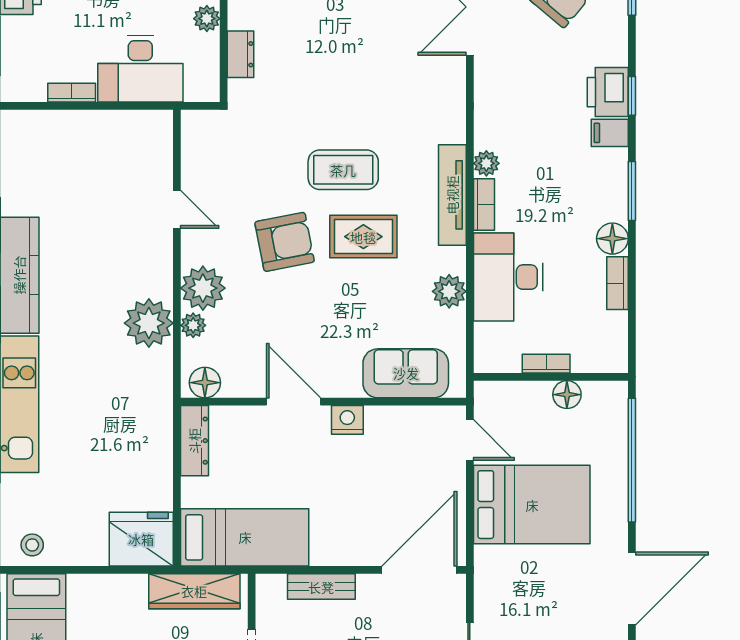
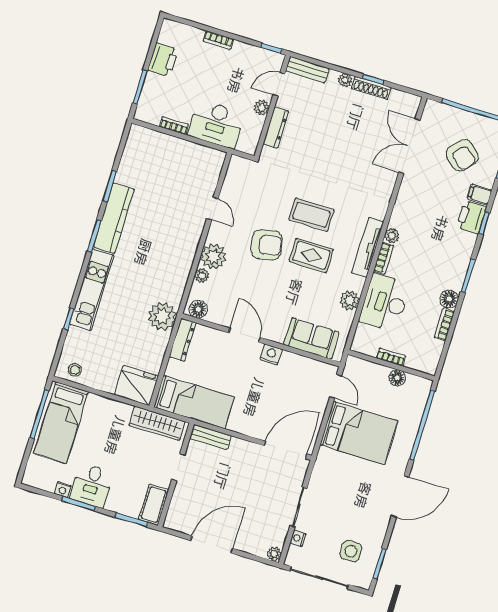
dresser: (241, 54) -> (276, 128), width x1.44
filing cabinet: (610, 133) -> (480, 195), moved
plant: (149, 323) -> (162, 316), moved
bench: (321, 587) -> (210, 437), moved

